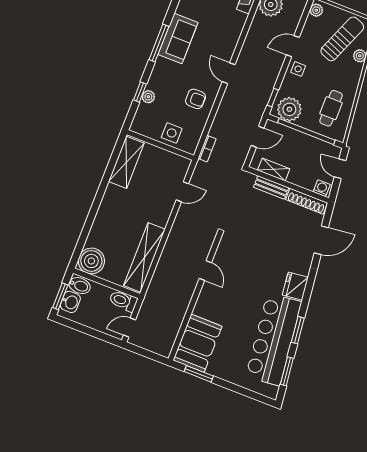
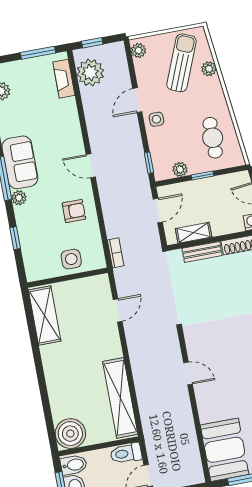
plant: (148, 97) -> (19, 198), moved
plant: (289, 109) -> (180, 169), width x0.53, depth x0.53
window: (306, 131) -> (202, 176), width x0.32

